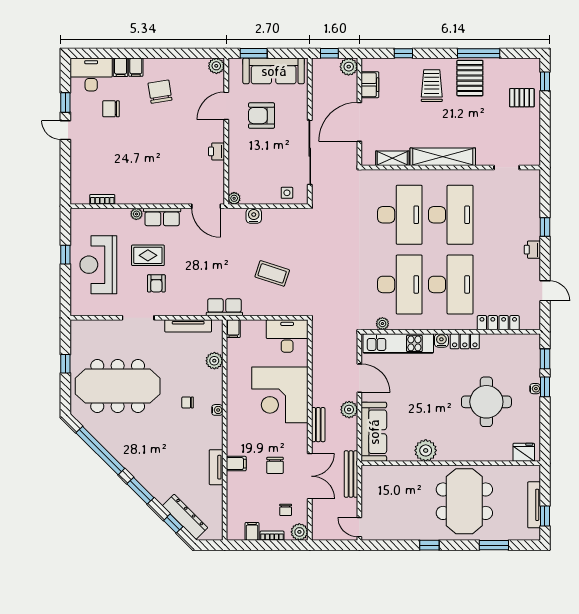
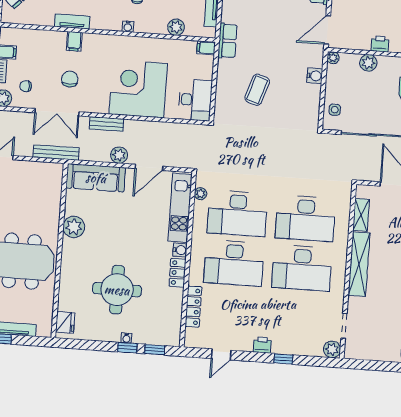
plant: (237, 162) -> (368, 63), added
plant: (532, 178) -> (332, 349), added
chair: (275, 465) -> (70, 79), turned 90

